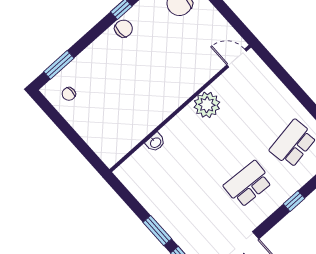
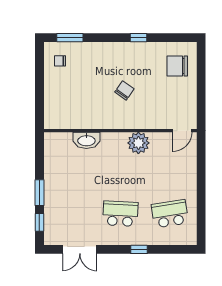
chair: (123, 29) -> (124, 90), moved, turned -55
door: (237, 58) -> (182, 131), swing flipped
washbasin: (155, 142) -> (86, 140), width x1.91, depth x1.45

